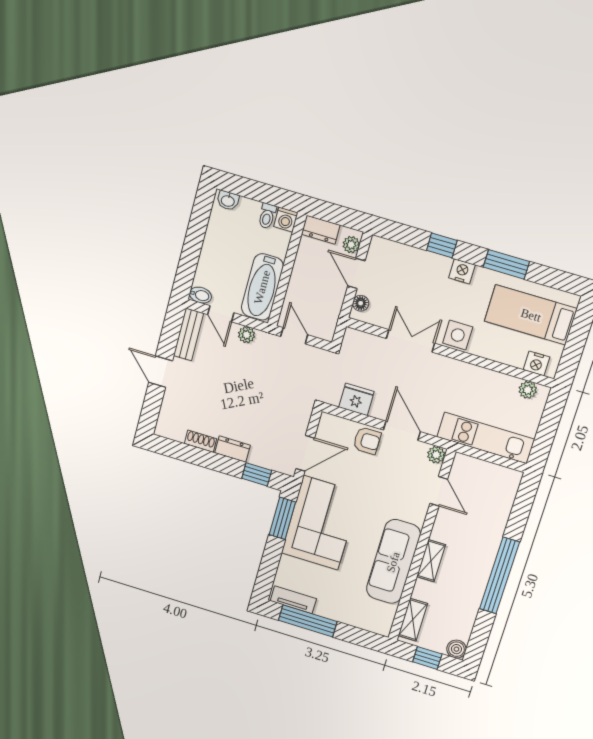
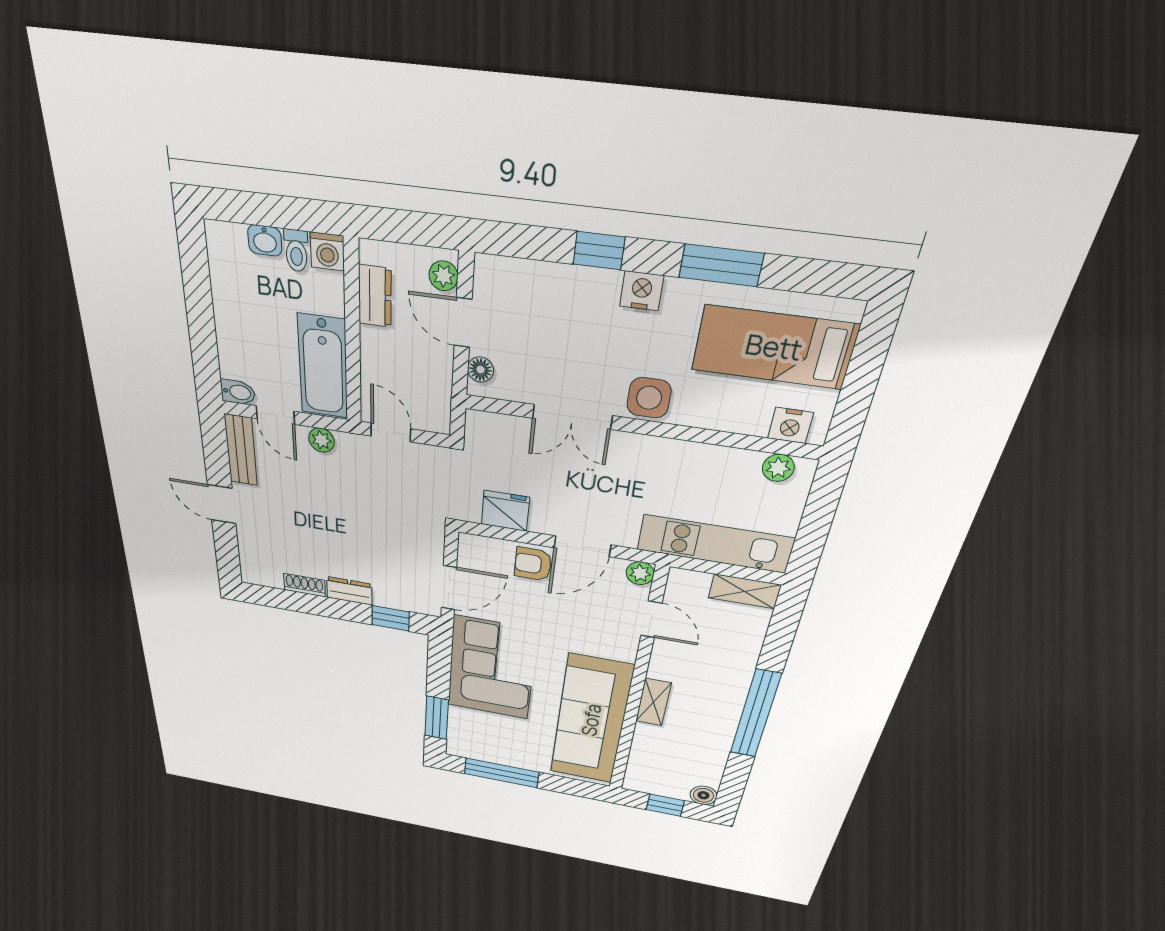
washbasin: (228, 201) -> (265, 240), moved
dresser: (321, 230) -> (375, 296), moved, turned -90
double door: (411, 341) -> (572, 417), swing flipped
door: (402, 431) -> (582, 546), swing flipped
armchair: (367, 441) -> (533, 564), turned 180
window: (282, 518) -> (437, 718), moved
sofa: (393, 562) -> (591, 720), width x1.36, depth x1.27
tv unit: (293, 600) -> (478, 752), removed
shelving: (413, 620) -> (745, 591), moved, turned 90

